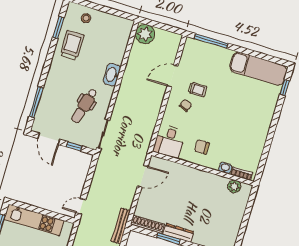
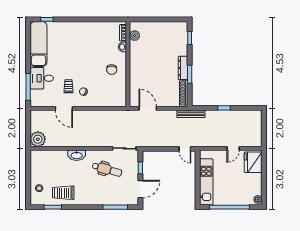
desk: (169, 141) -> (42, 78), moved, turned 180

